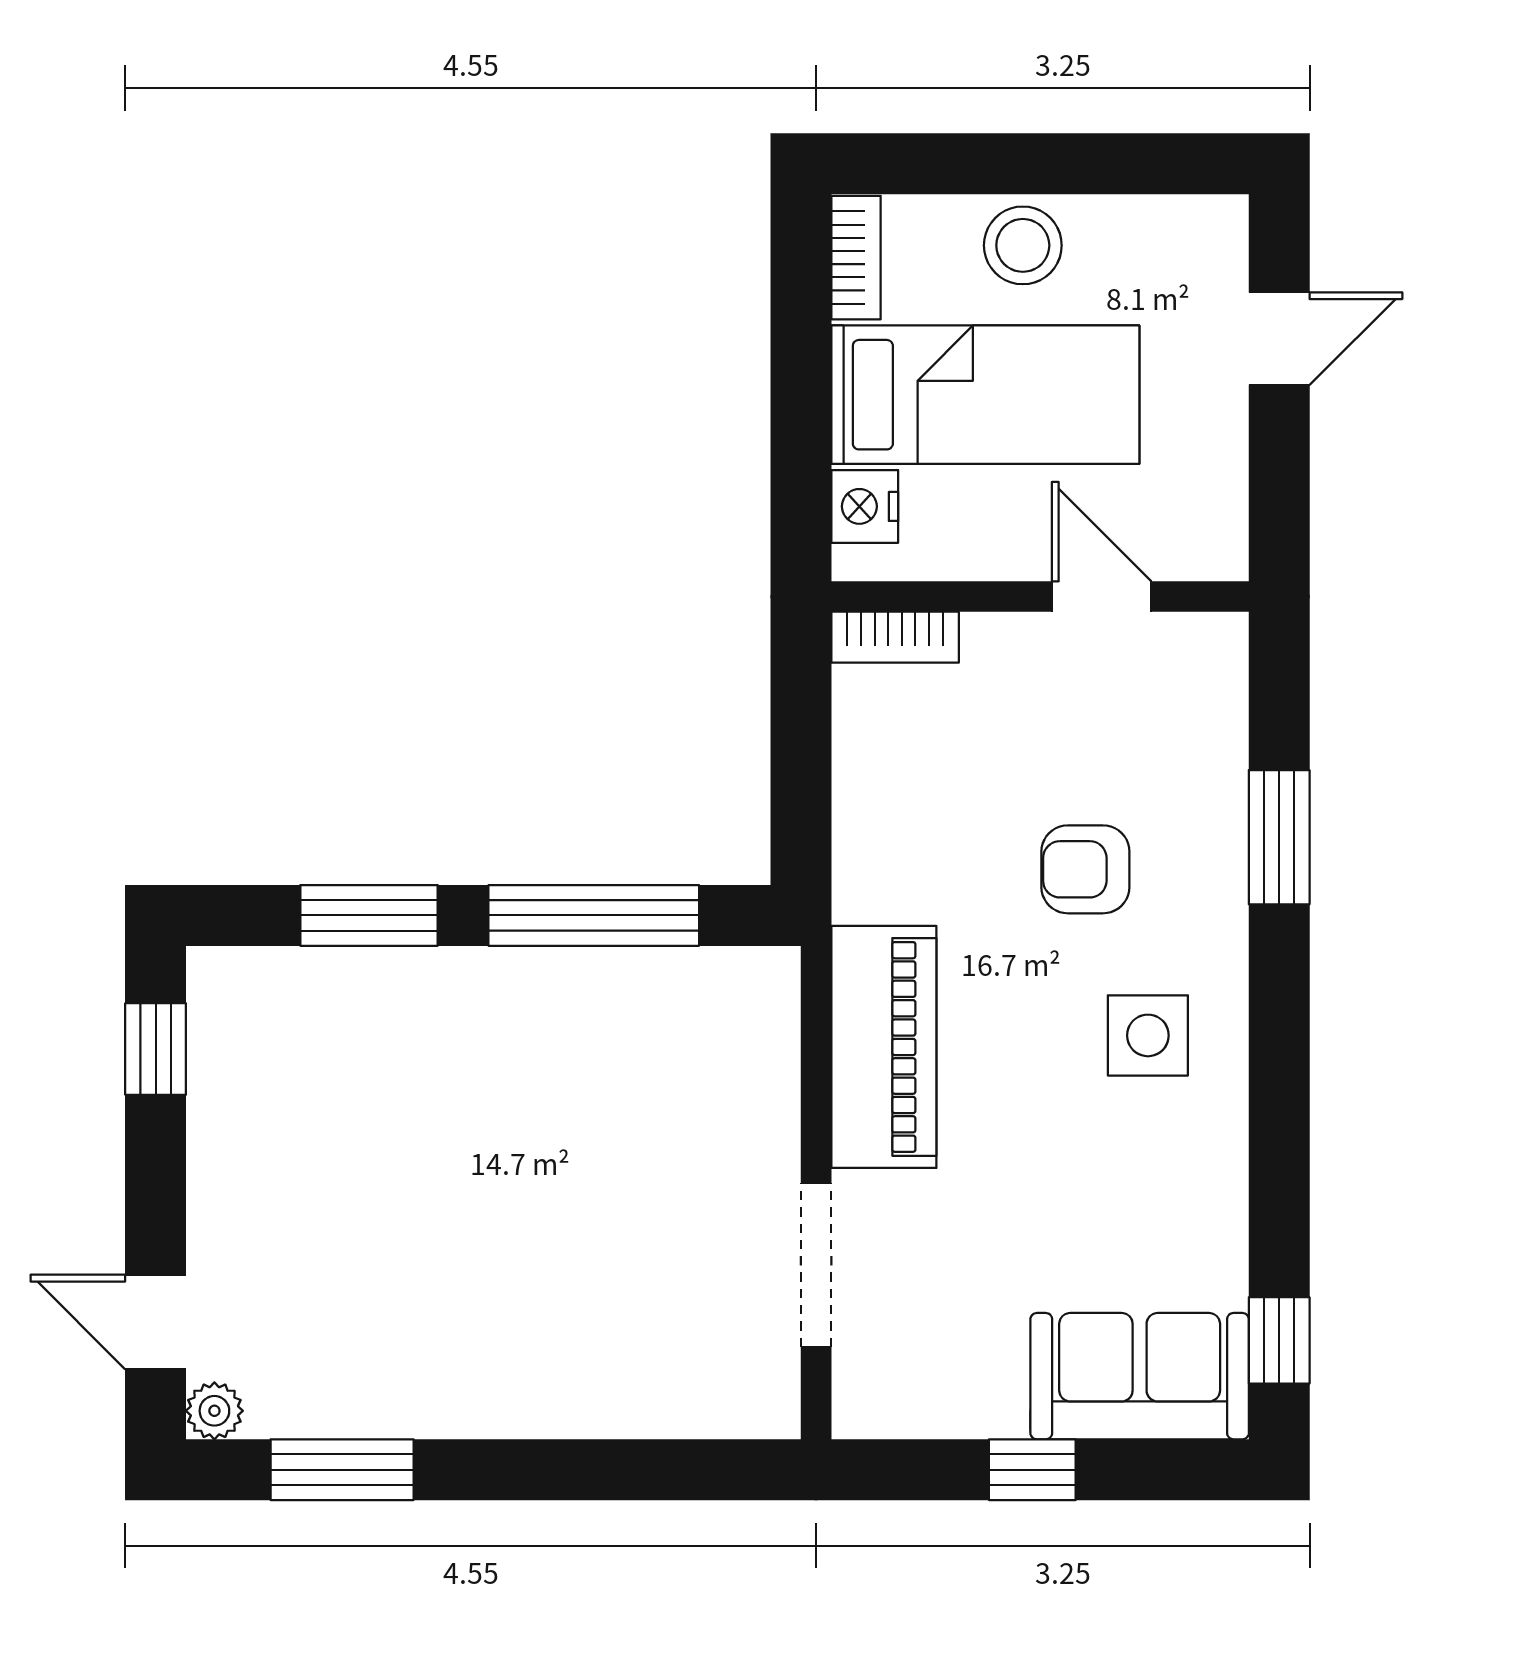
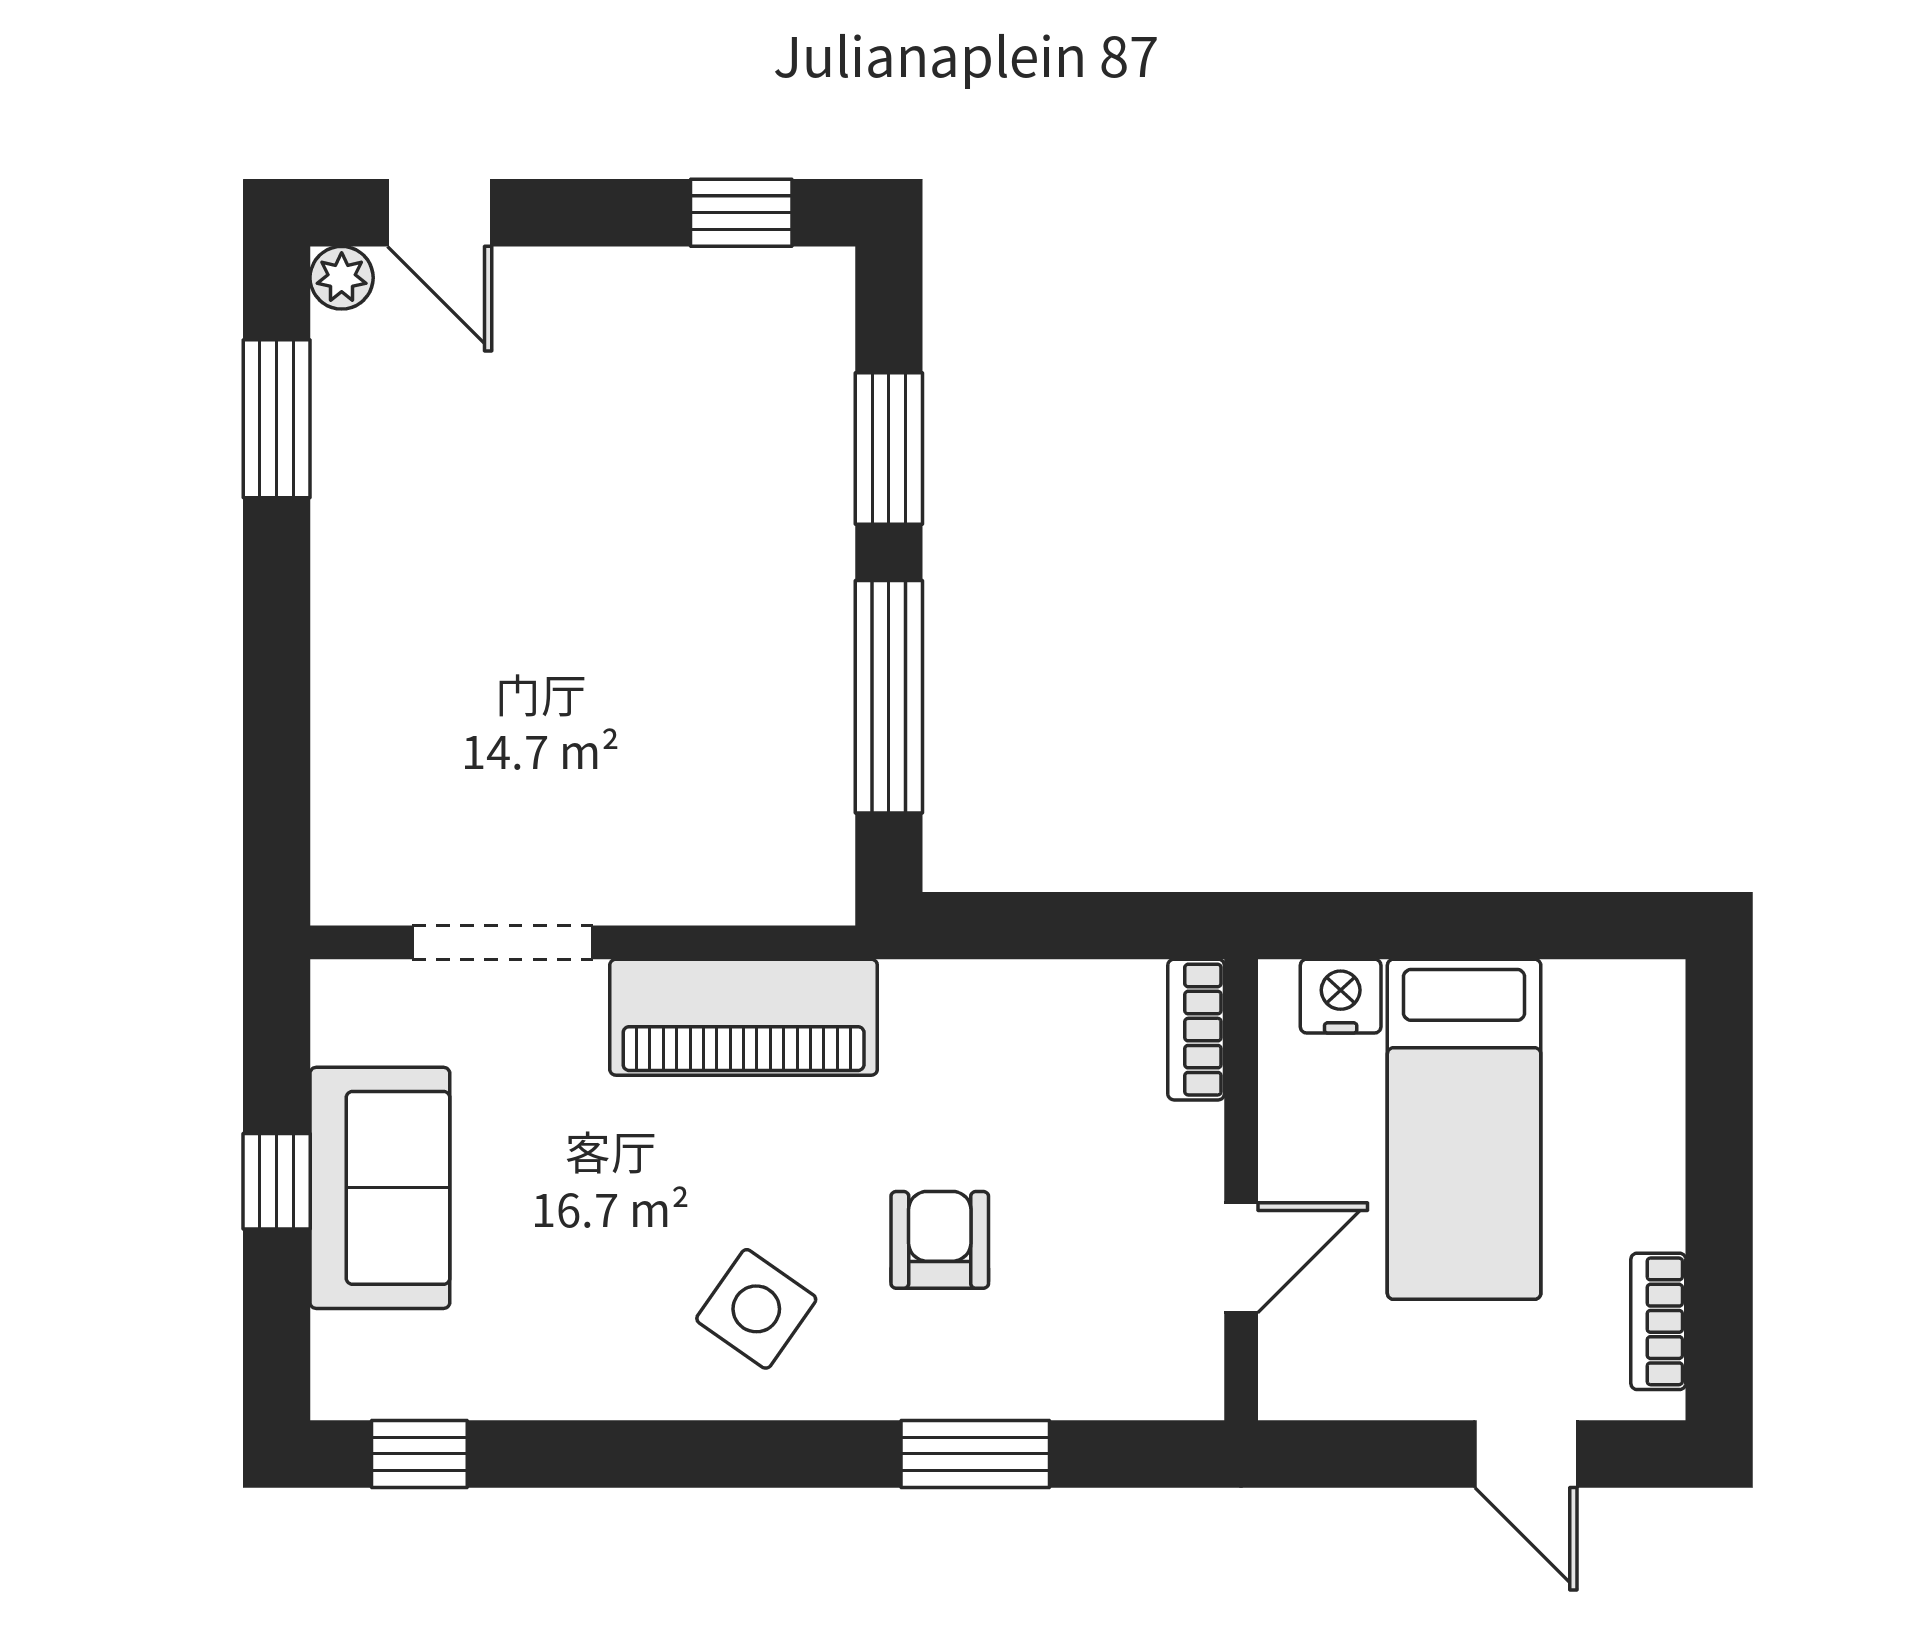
stool: (1023, 245) -> (1629, 1171), removed
bookcase: (856, 258) -> (1658, 1321), moved, turned 90
side table: (1148, 1035) -> (756, 1309), turned 35
door: (156, 1322) -> (440, 213), swing flipped
sofa: (1140, 1376) -> (380, 1188), moved

